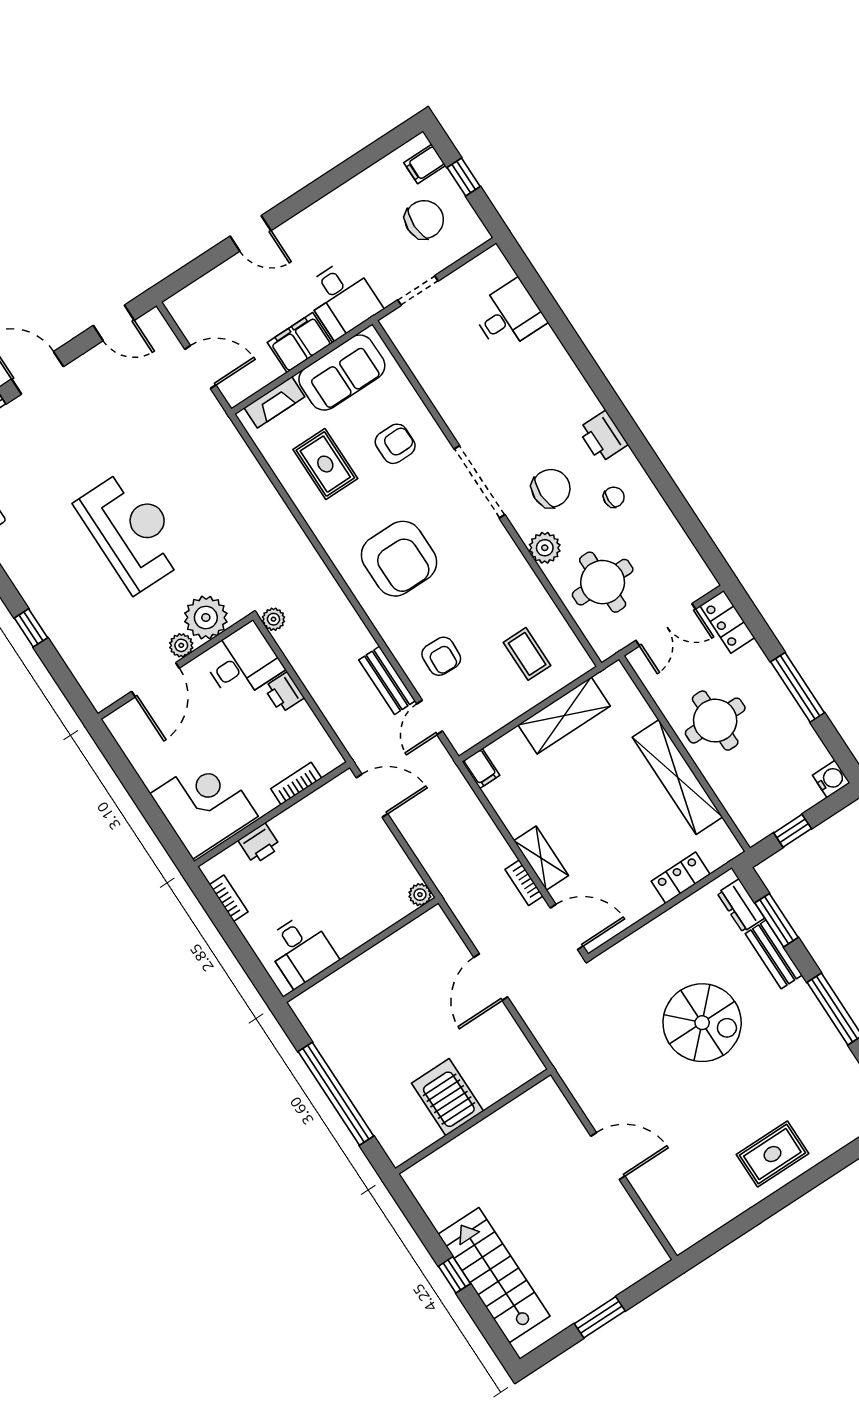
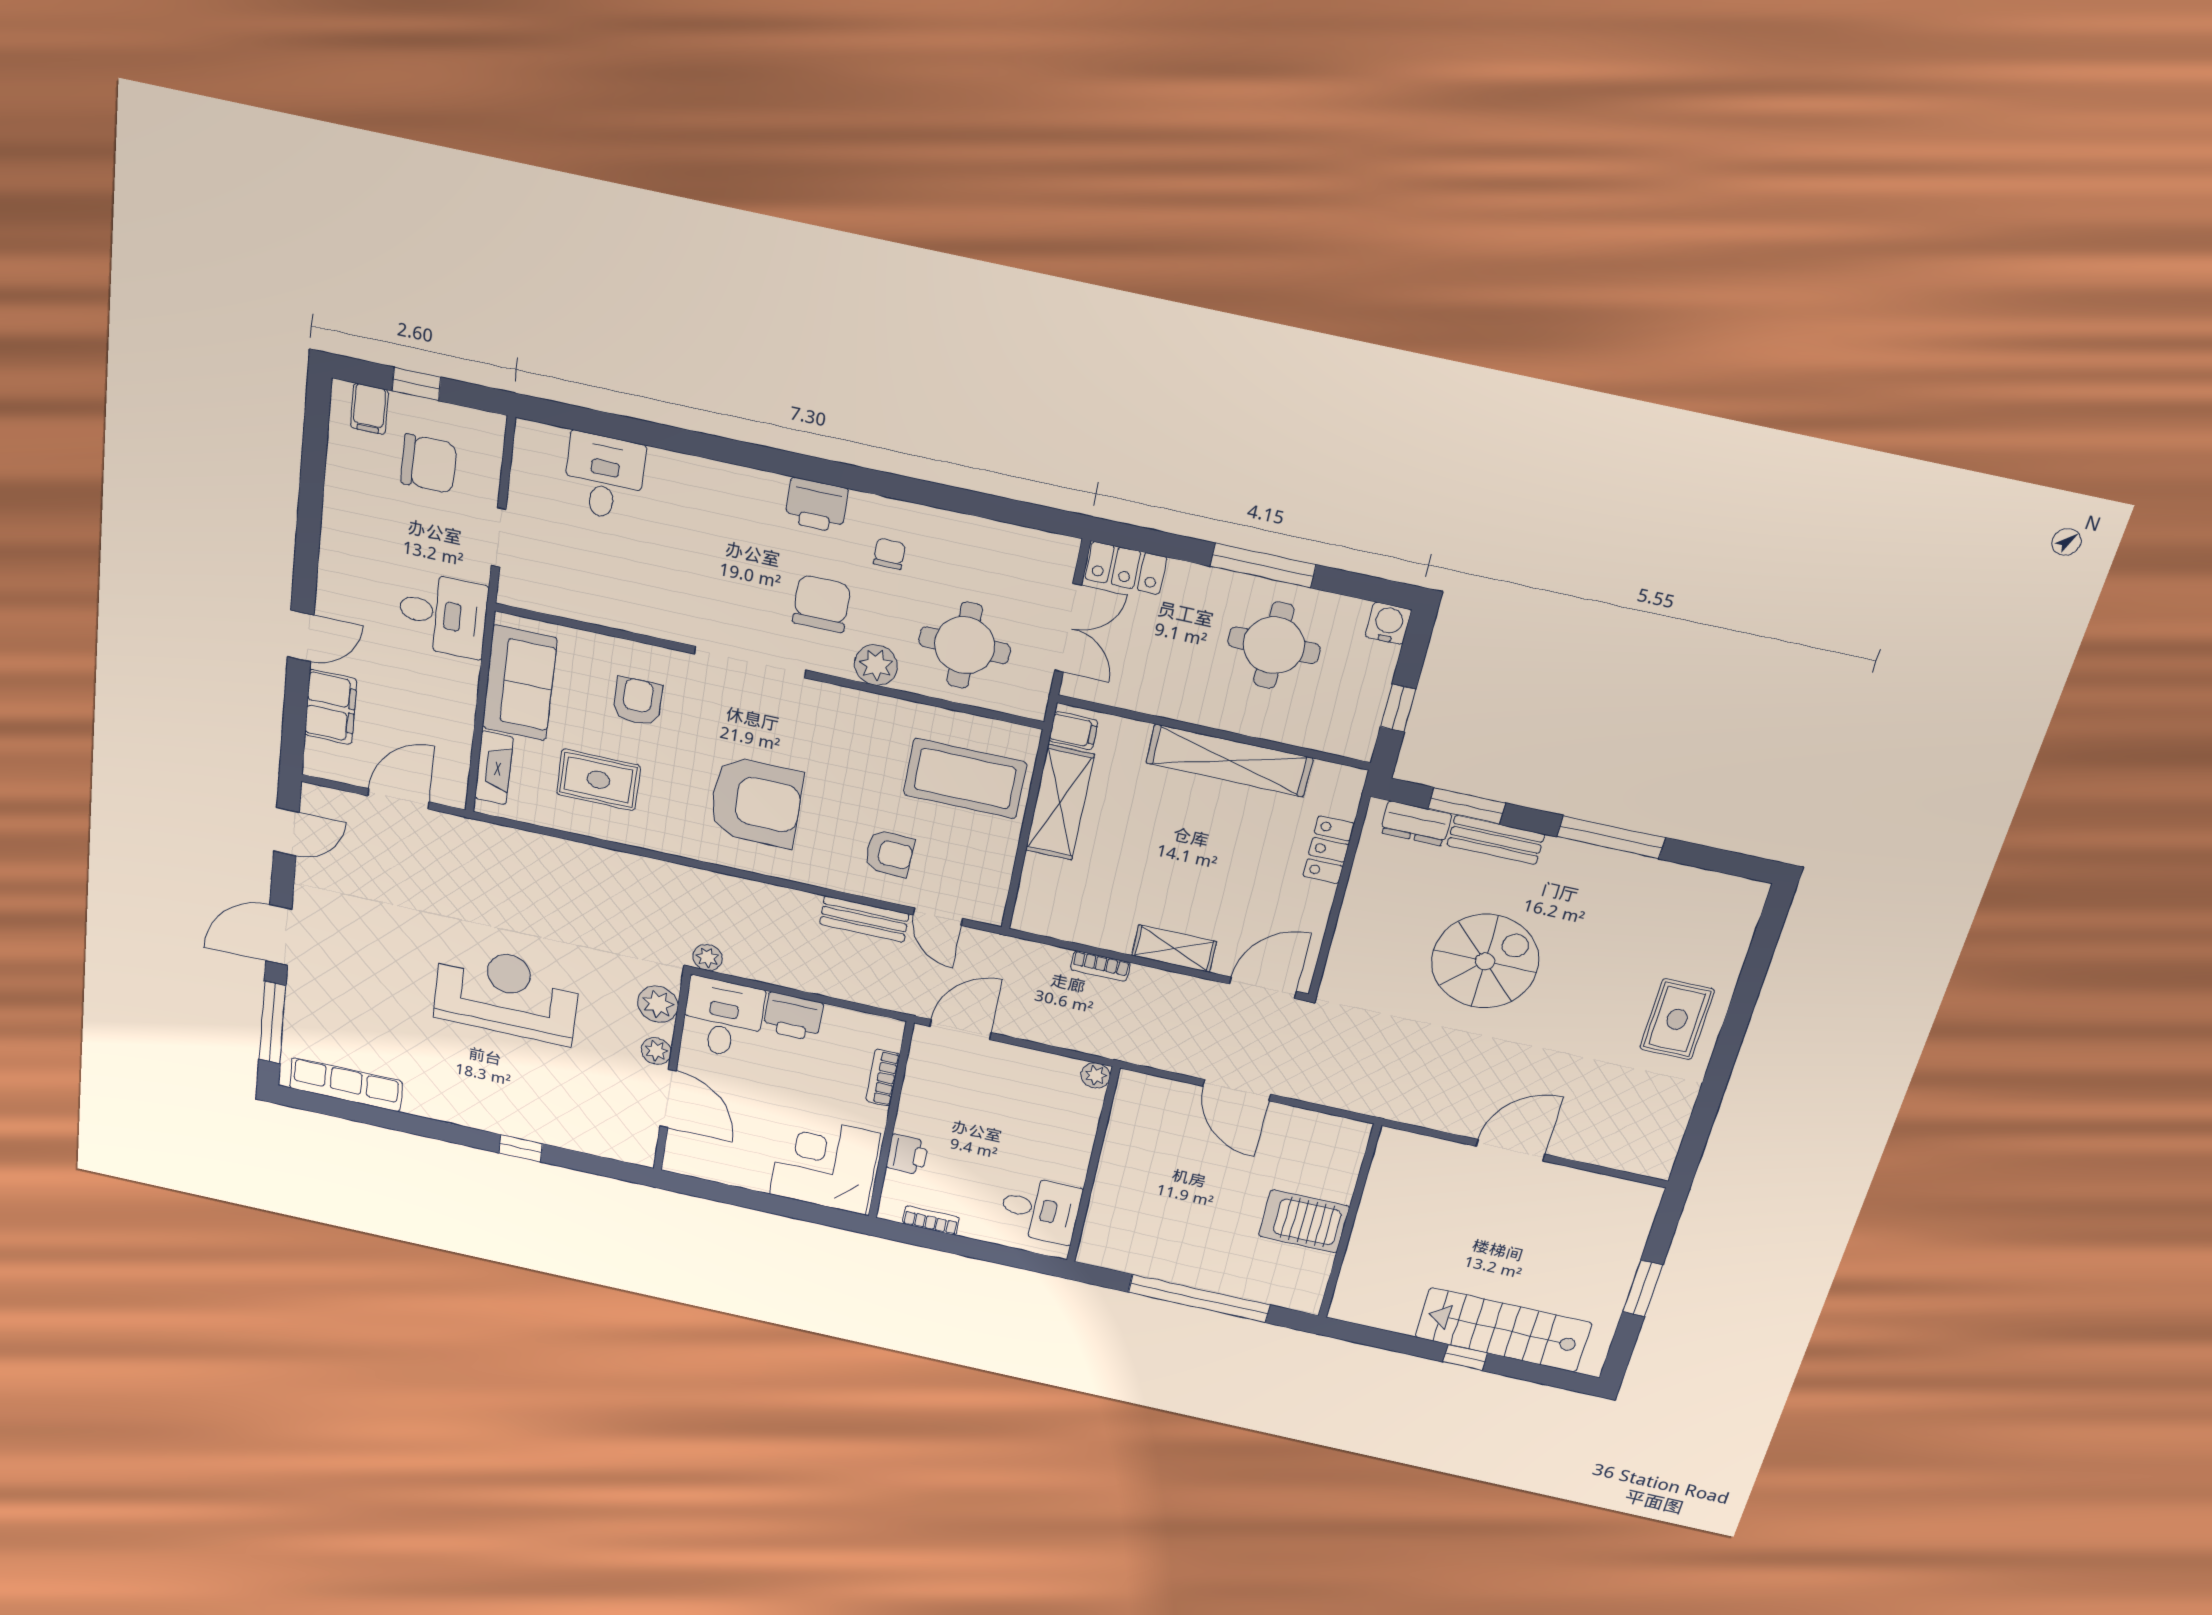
chair: (424, 220) -> (429, 464), turned 90
filing cabinet: (300, 343) -> (331, 707), moved, turned 180
plant: (206, 618) -> (658, 1004), width x0.73, depth x0.73
coffee table: (527, 654) -> (965, 779), width x1.86, depth x1.72
printer: (284, 692) -> (793, 1017), width x1.36, depth x1.24
round table: (715, 721) -> (1274, 645), moved
filing cabinet: (481, 768) -> (1073, 731), moved
bookcase: (524, 883) -> (1100, 966), moved

